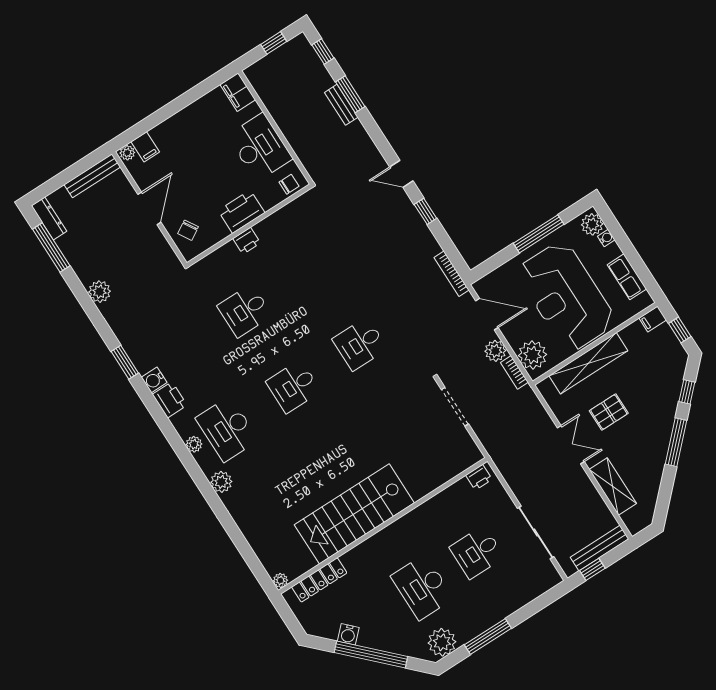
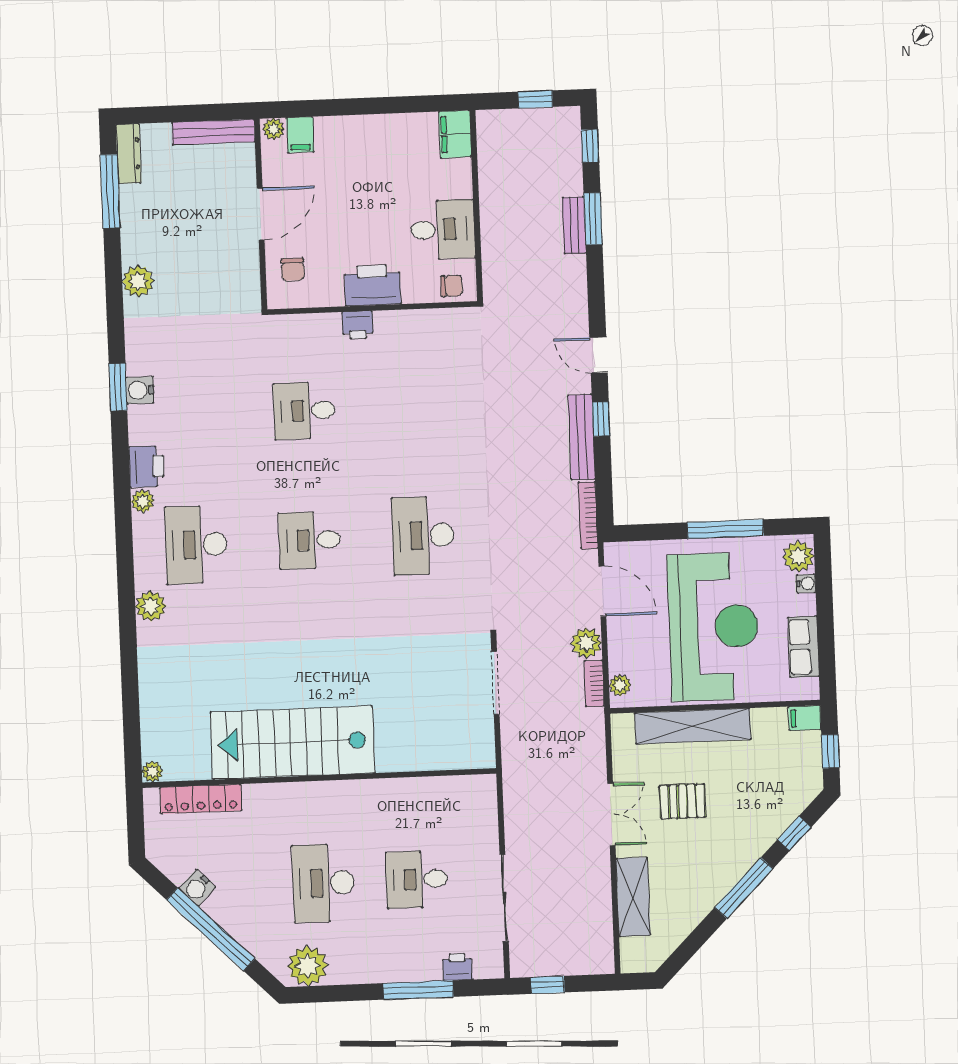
desk: (260, 147) -> (443, 229), width x0.73
chair: (188, 230) -> (293, 269), turned -59
reception desk: (566, 296) -> (714, 627), turned 180
desk: (360, 344) -> (423, 536), width x1.37
plant: (533, 355) -> (620, 685), width x0.53, depth x0.53
water cooler: (154, 380) -> (140, 390), moved
plant: (194, 444) -> (143, 501), moved
printer: (479, 477) -> (457, 967), moved, turned 180
bench: (600, 548) -> (582, 437), moved, turned 90
window: (488, 636) -> (418, 990), moved

